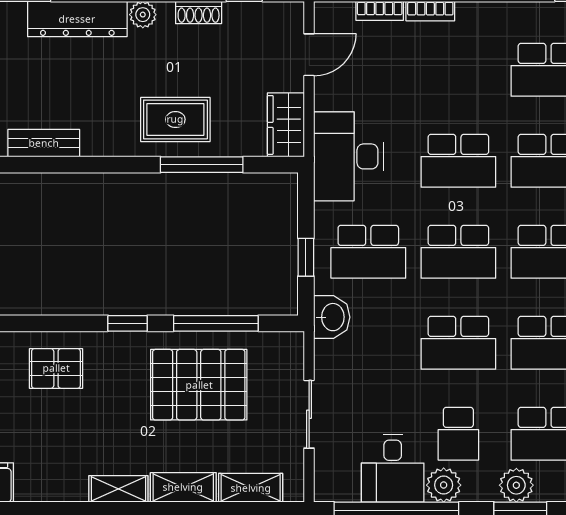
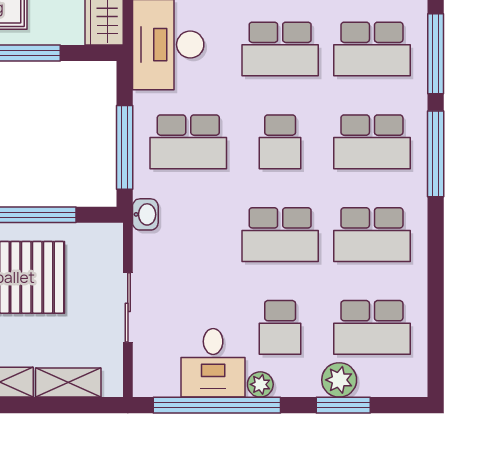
school desk: (458, 252) -> (280, 142), width x0.54
window: (306, 257) -> (125, 147), width x2.17
washbasin: (332, 317) -> (145, 214), width x0.72, depth x0.69
plant: (444, 485) -> (260, 384), width x0.73, depth x0.73

